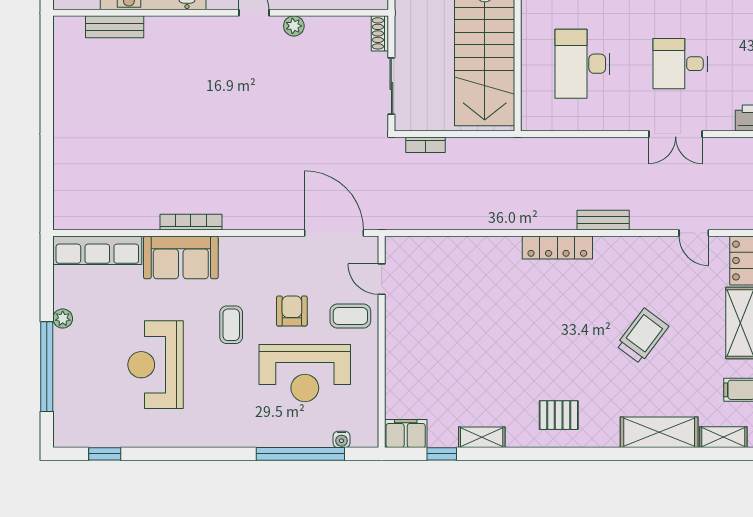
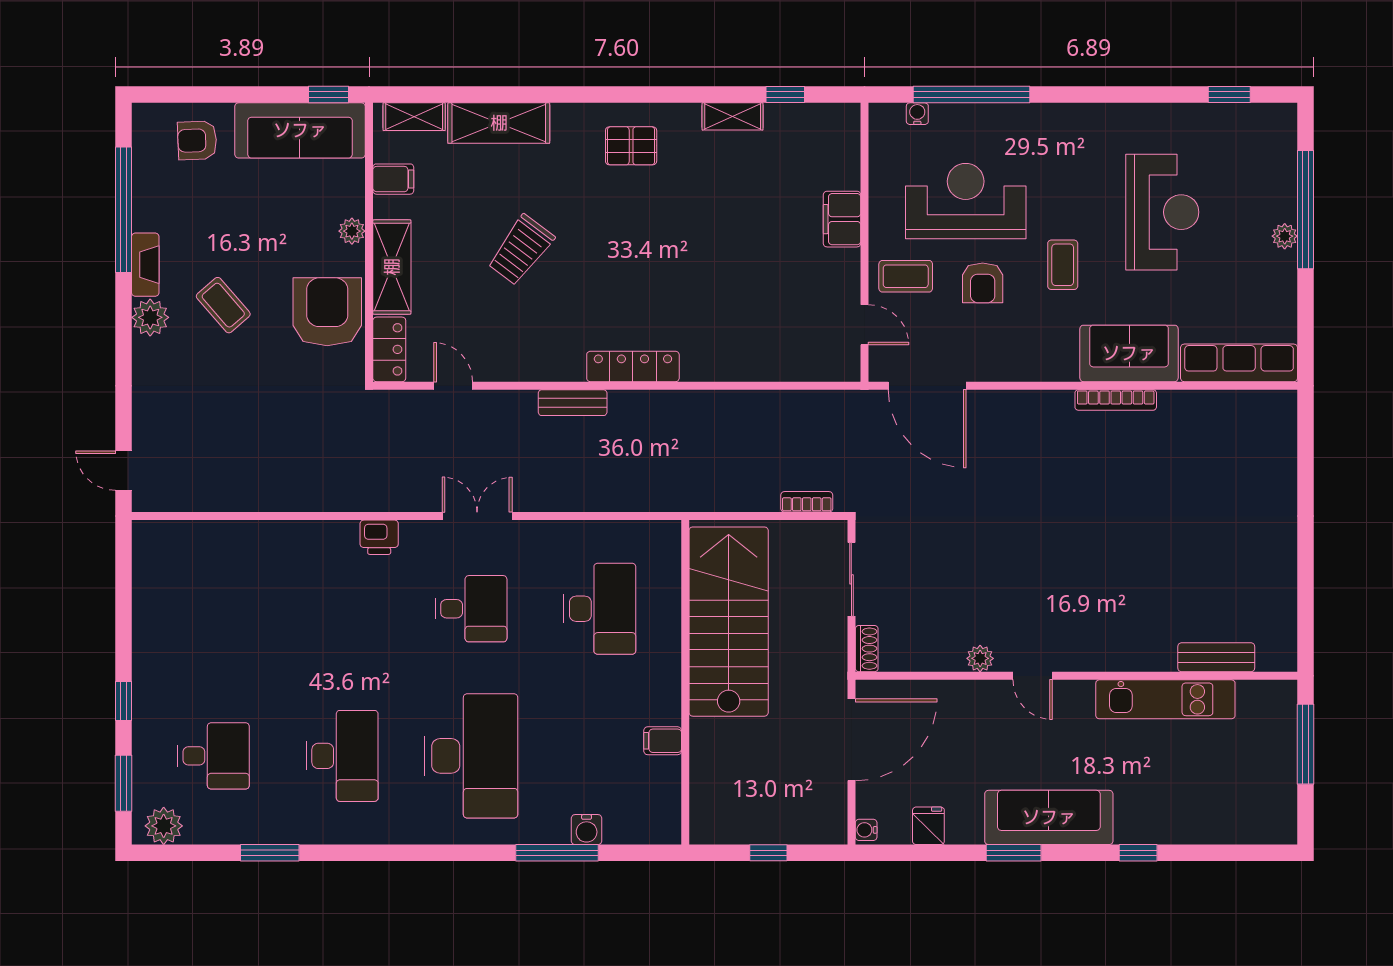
plant: (63, 319) -> (1285, 236), moved
filing cabinet: (406, 434) -> (842, 219), moved, turned 90

